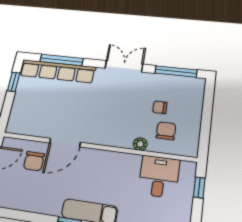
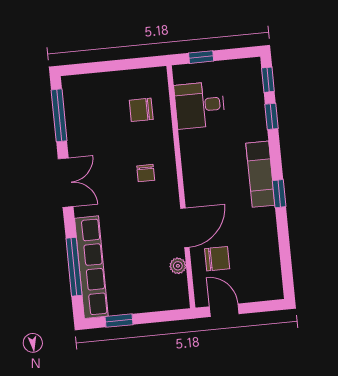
double door: (124, 66) -> (66, 183), swing flipped
chair: (160, 107) -> (146, 173), moved
door: (65, 143) -> (185, 228), hinge flipped
plant: (140, 144) -> (178, 266), moved

